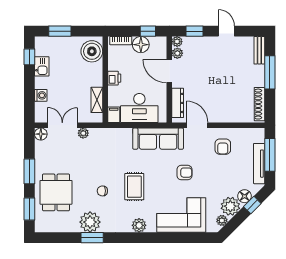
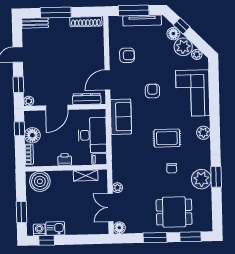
plant: (177, 53) -> (40, 100), removed
washing machine: (41, 95) -> (39, 230), moved
sofa: (158, 139) -> (121, 117), width x0.73

